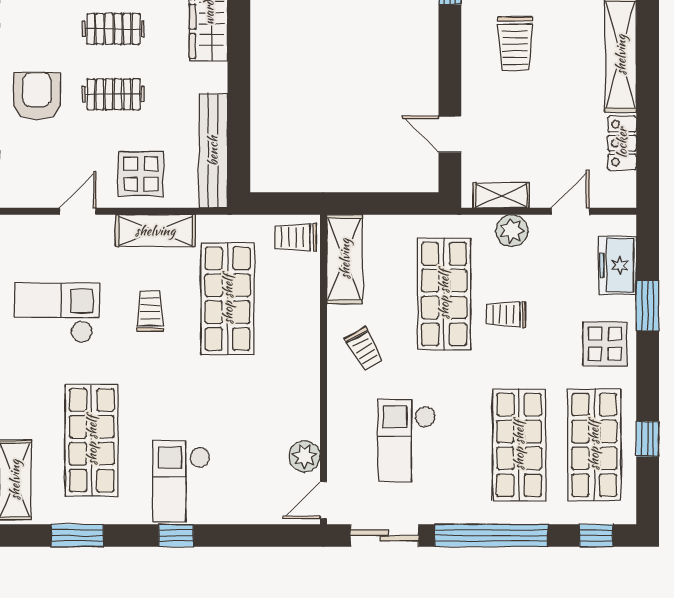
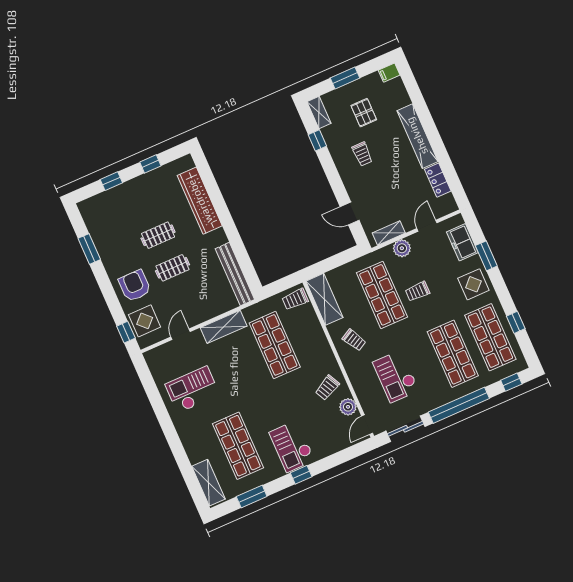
trolley: (515, 44) -> (362, 154), width x0.73, depth x0.72
display table: (141, 174) -> (145, 321), moved
trolley: (150, 311) -> (327, 388), moved, turned -117

